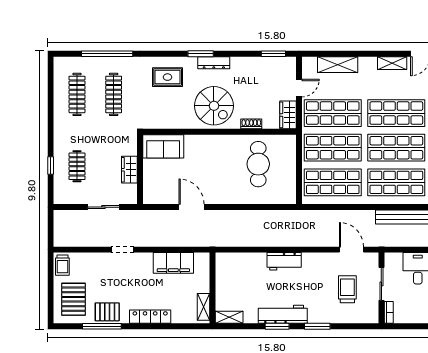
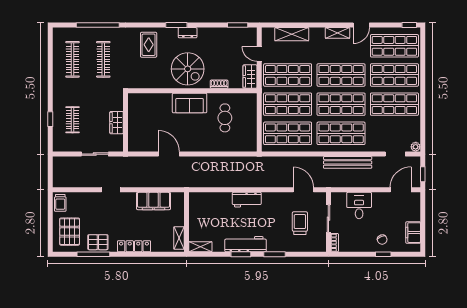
dresser: (214, 63) -> (188, 33), width x0.70
rug: (168, 77) -> (149, 45), turned 90
door: (299, 88) -> (259, 54), swing flipped
sofa: (163, 146) -> (190, 103), moved
cafe table: (258, 164) -> (225, 118), width x0.73, depth x0.74

